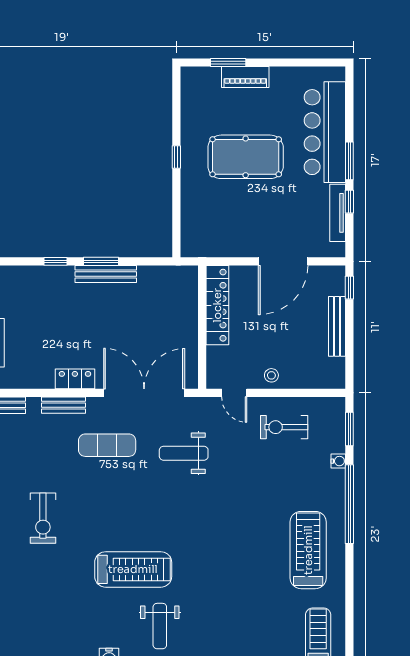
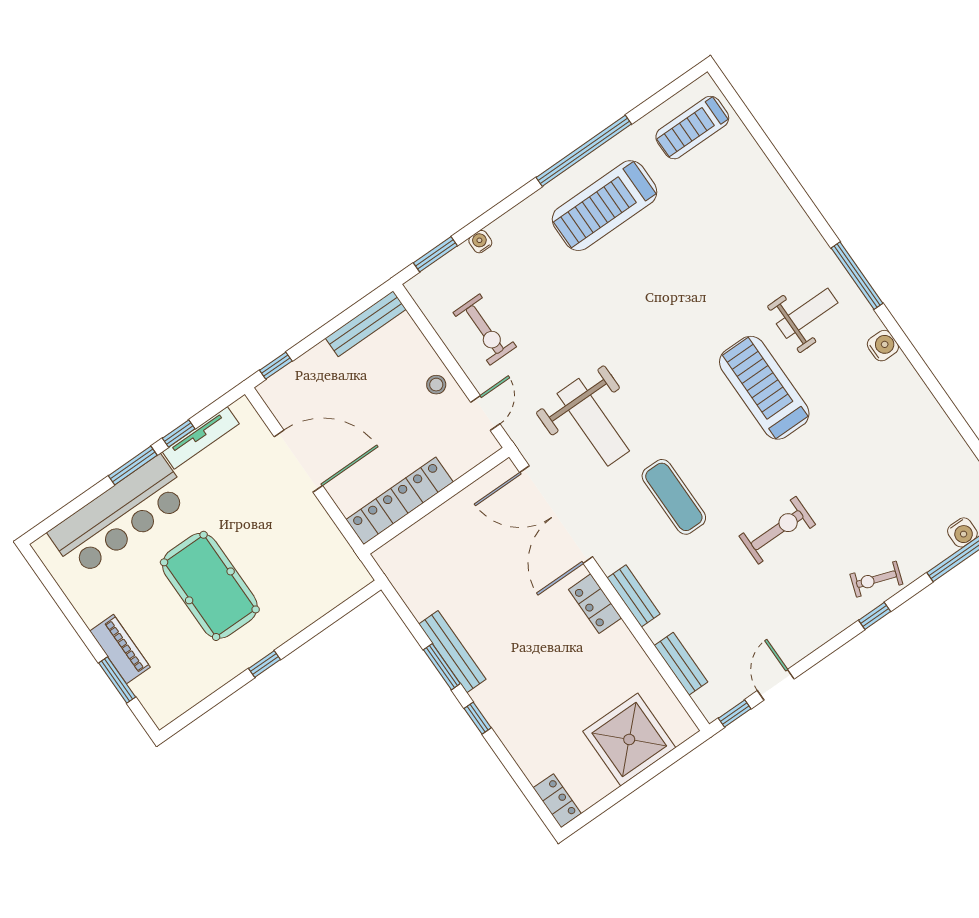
bench: (337, 326) -> (366, 324), moved
exercise mat: (107, 445) -> (674, 497), moved
weight bench: (184, 453) -> (593, 422), width x1.36, depth x1.33
window: (349, 504) -> (584, 151), moved

